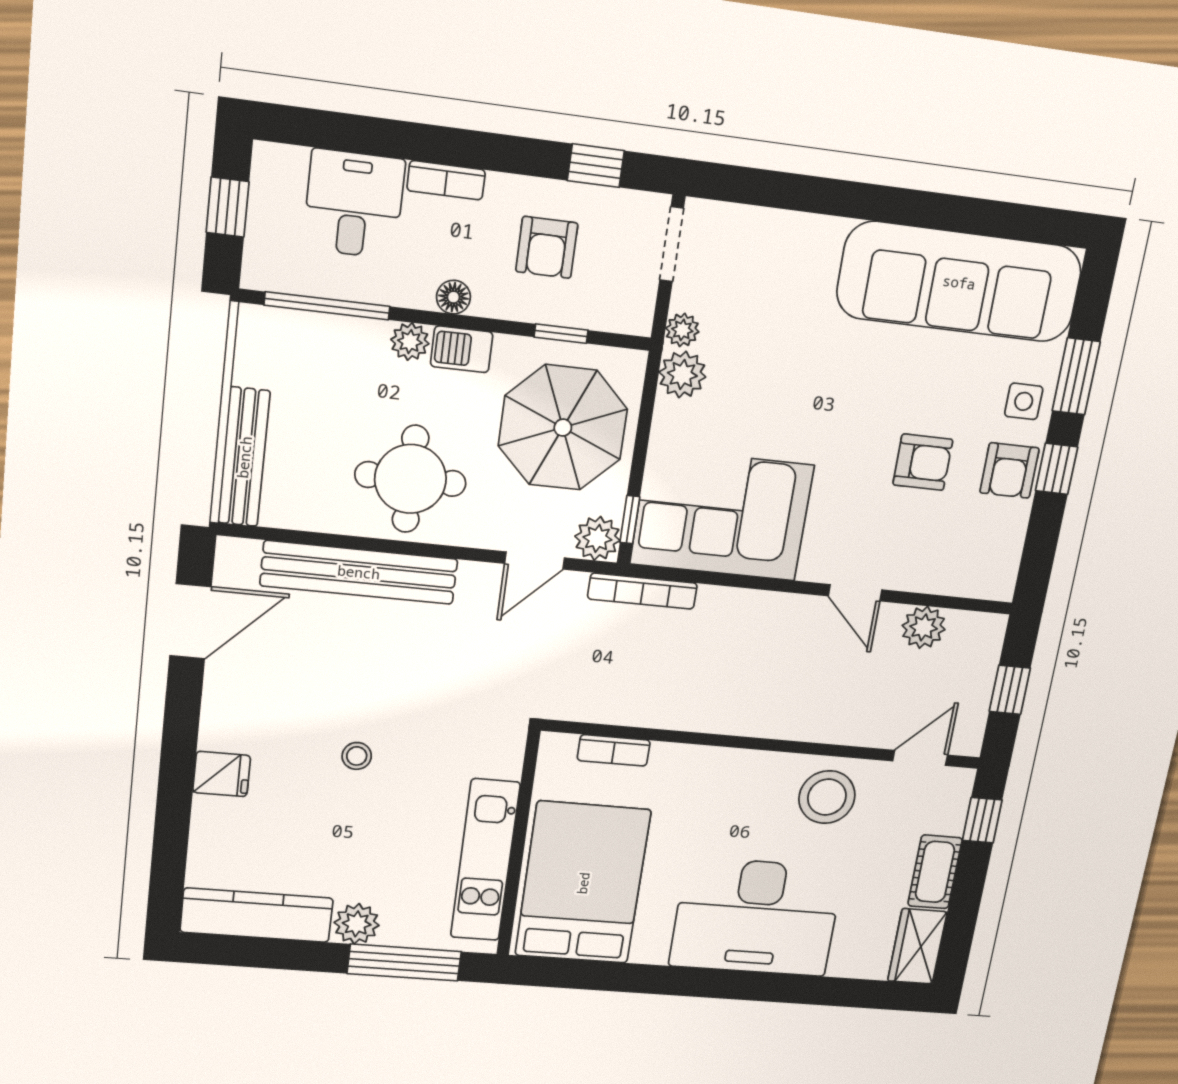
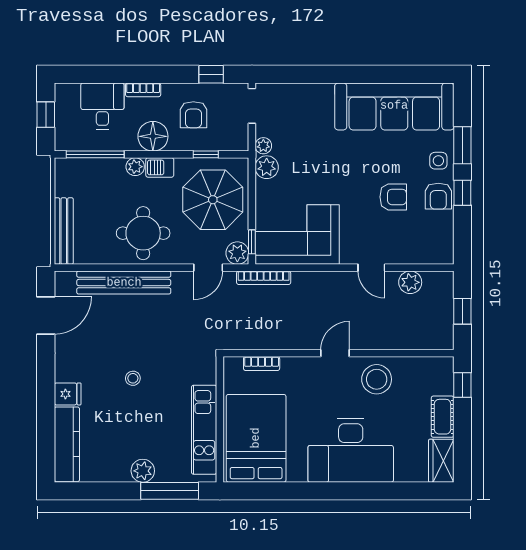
floor lamp: (453, 297) -> (153, 136), width x1.89, depth x1.89
door: (920, 758) -> (335, 353), moved
kitchen counter: (257, 915) -> (67, 444), moved, turned 90

